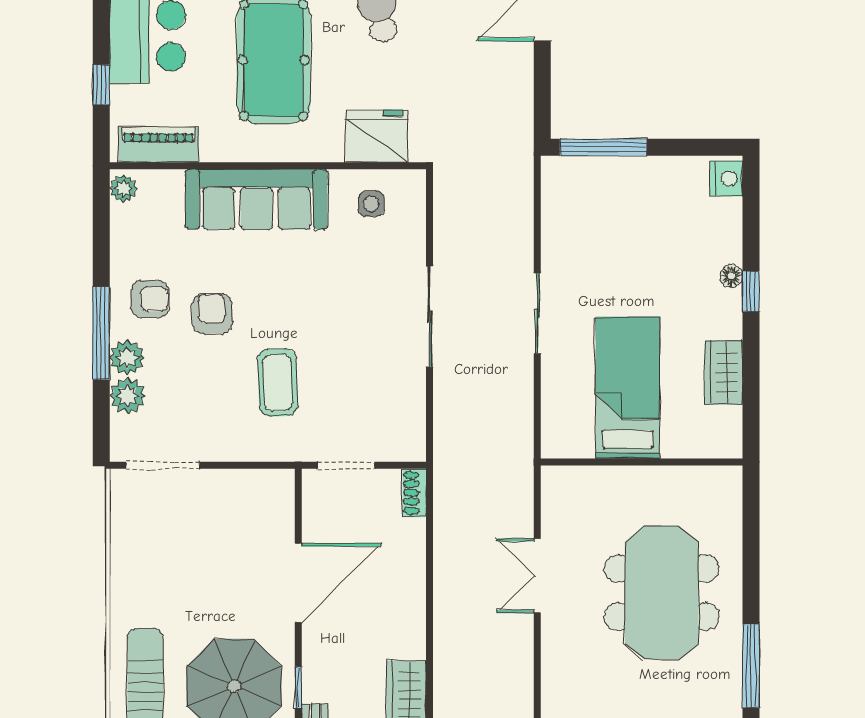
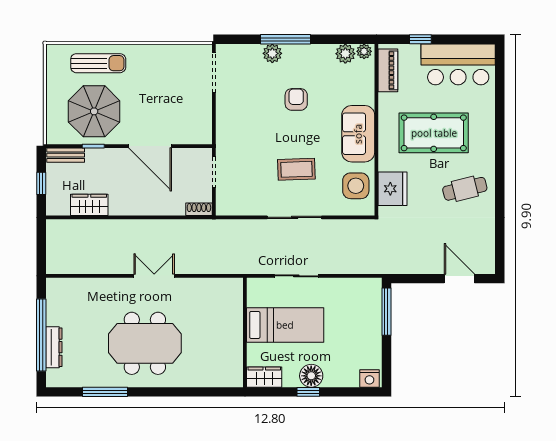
sofa: (256, 199) -> (358, 134), width x0.73
side table: (371, 204) -> (356, 186), width x1.87, depth x1.87
floor lamp: (731, 276) -> (311, 376), width x1.89, depth x1.89
armchair: (150, 299) -> (304, 66), removed
armchair: (212, 314) -> (296, 99), turned -88
coffee table: (278, 383) -> (296, 169), moved
bed: (628, 388) -> (285, 325), moved
plant: (128, 396) -> (345, 54), moved
wall: (642, 462) -> (245, 332), moved

